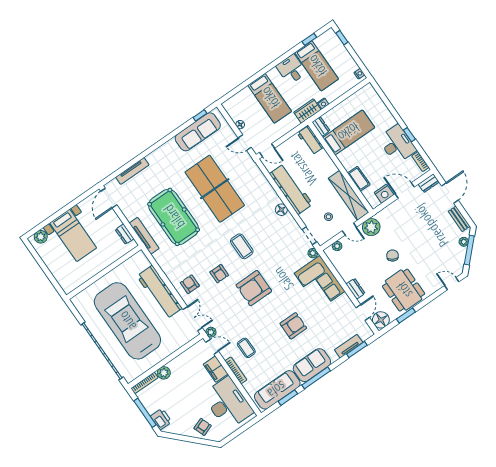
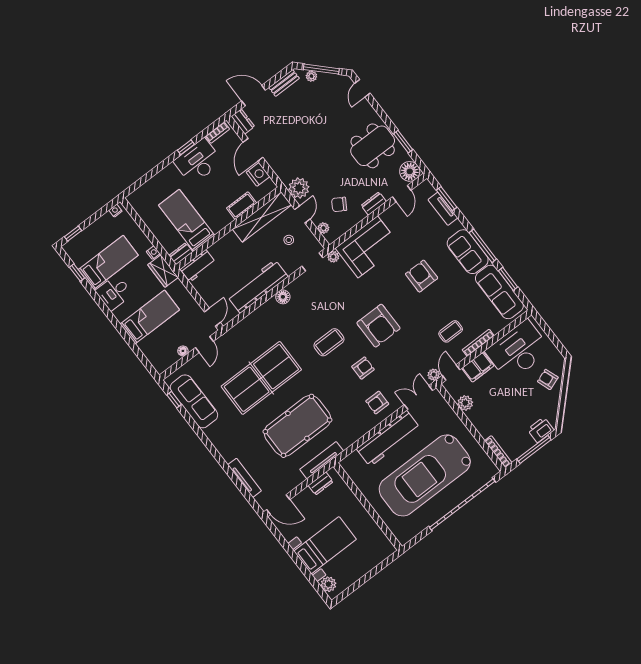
chair: (393, 255) -> (339, 204), moved
door: (363, 312) -> (402, 194), swing flipped
plant: (164, 373) -> (465, 403), moved

